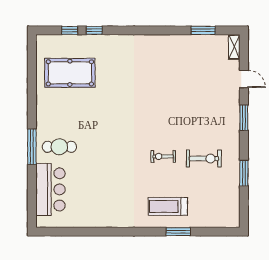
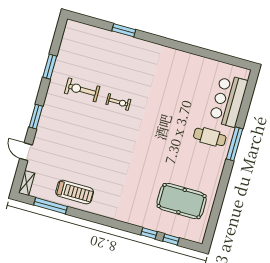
window: (203, 30) -> (51, 206), width x1.44
treadmill: (168, 206) -> (75, 192), moved

